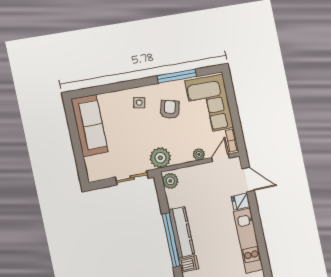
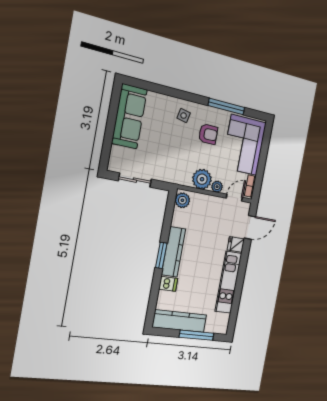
armchair: (170, 109) -> (208, 134), turned 75
plant: (160, 158) -> (202, 179), moved
sliding door: (132, 178) -> (135, 180), moved
door: (248, 180) -> (250, 227), hinge flipped
window: (171, 240) -> (161, 255), width x0.47

